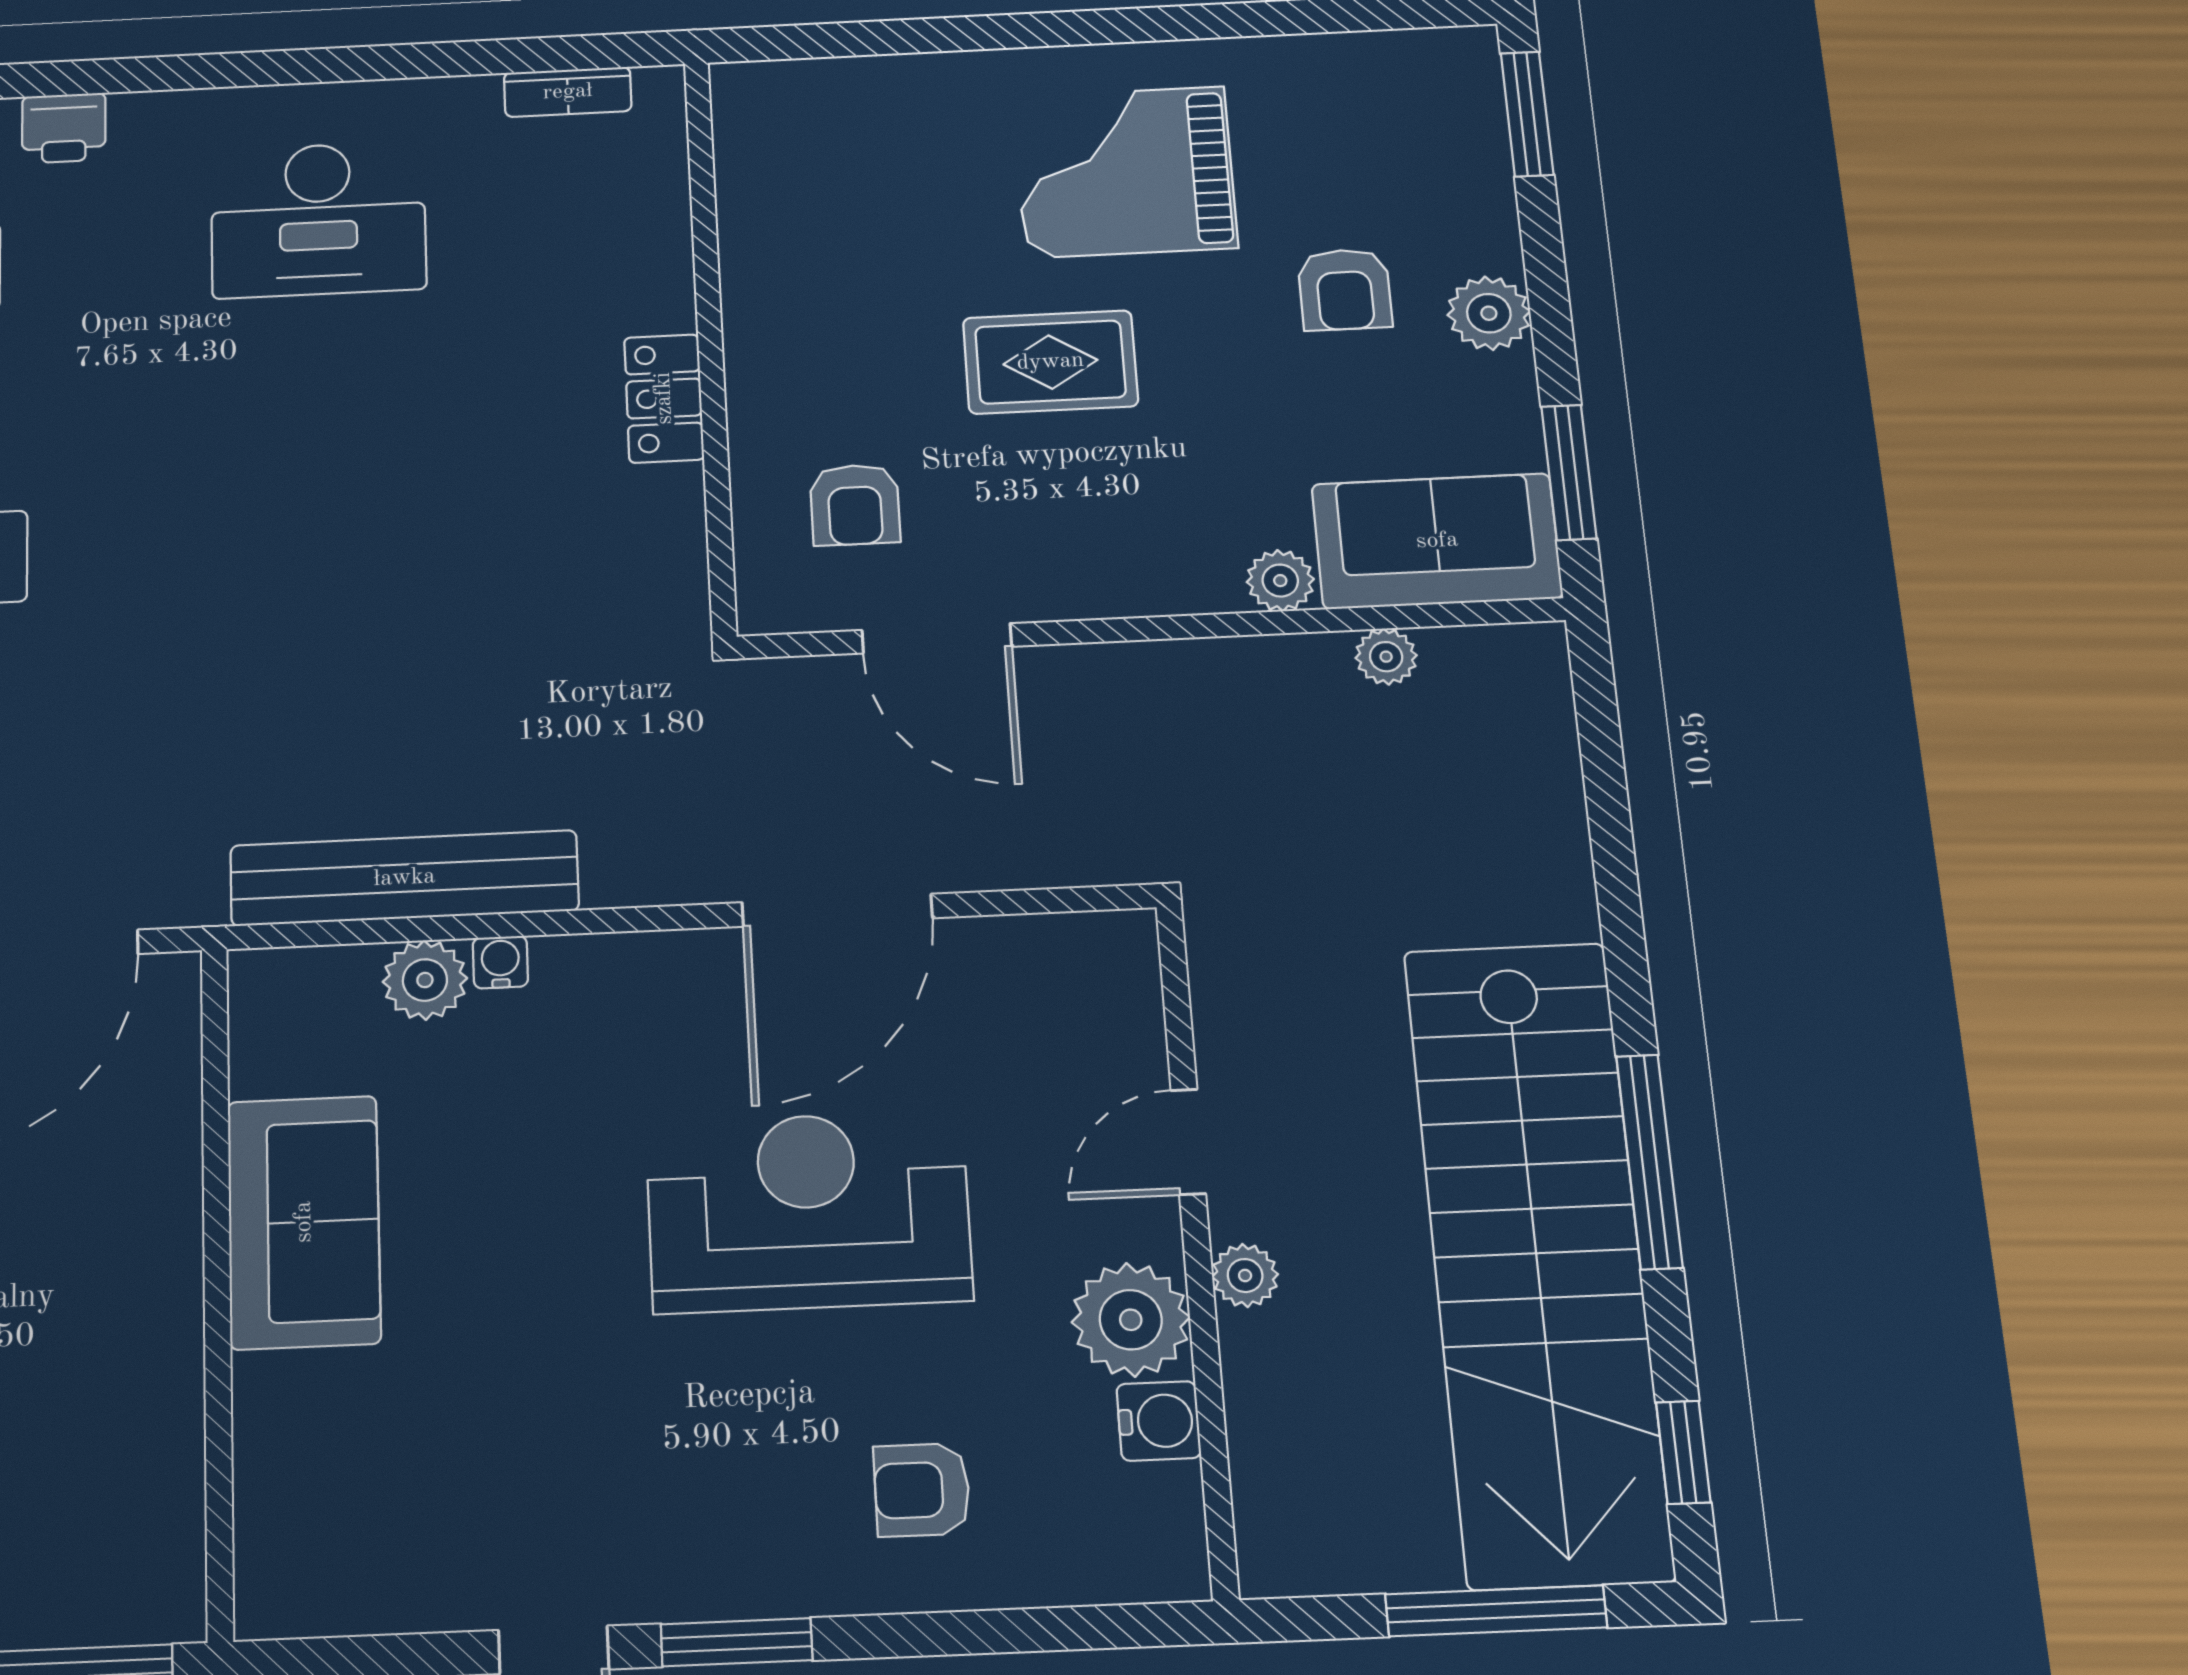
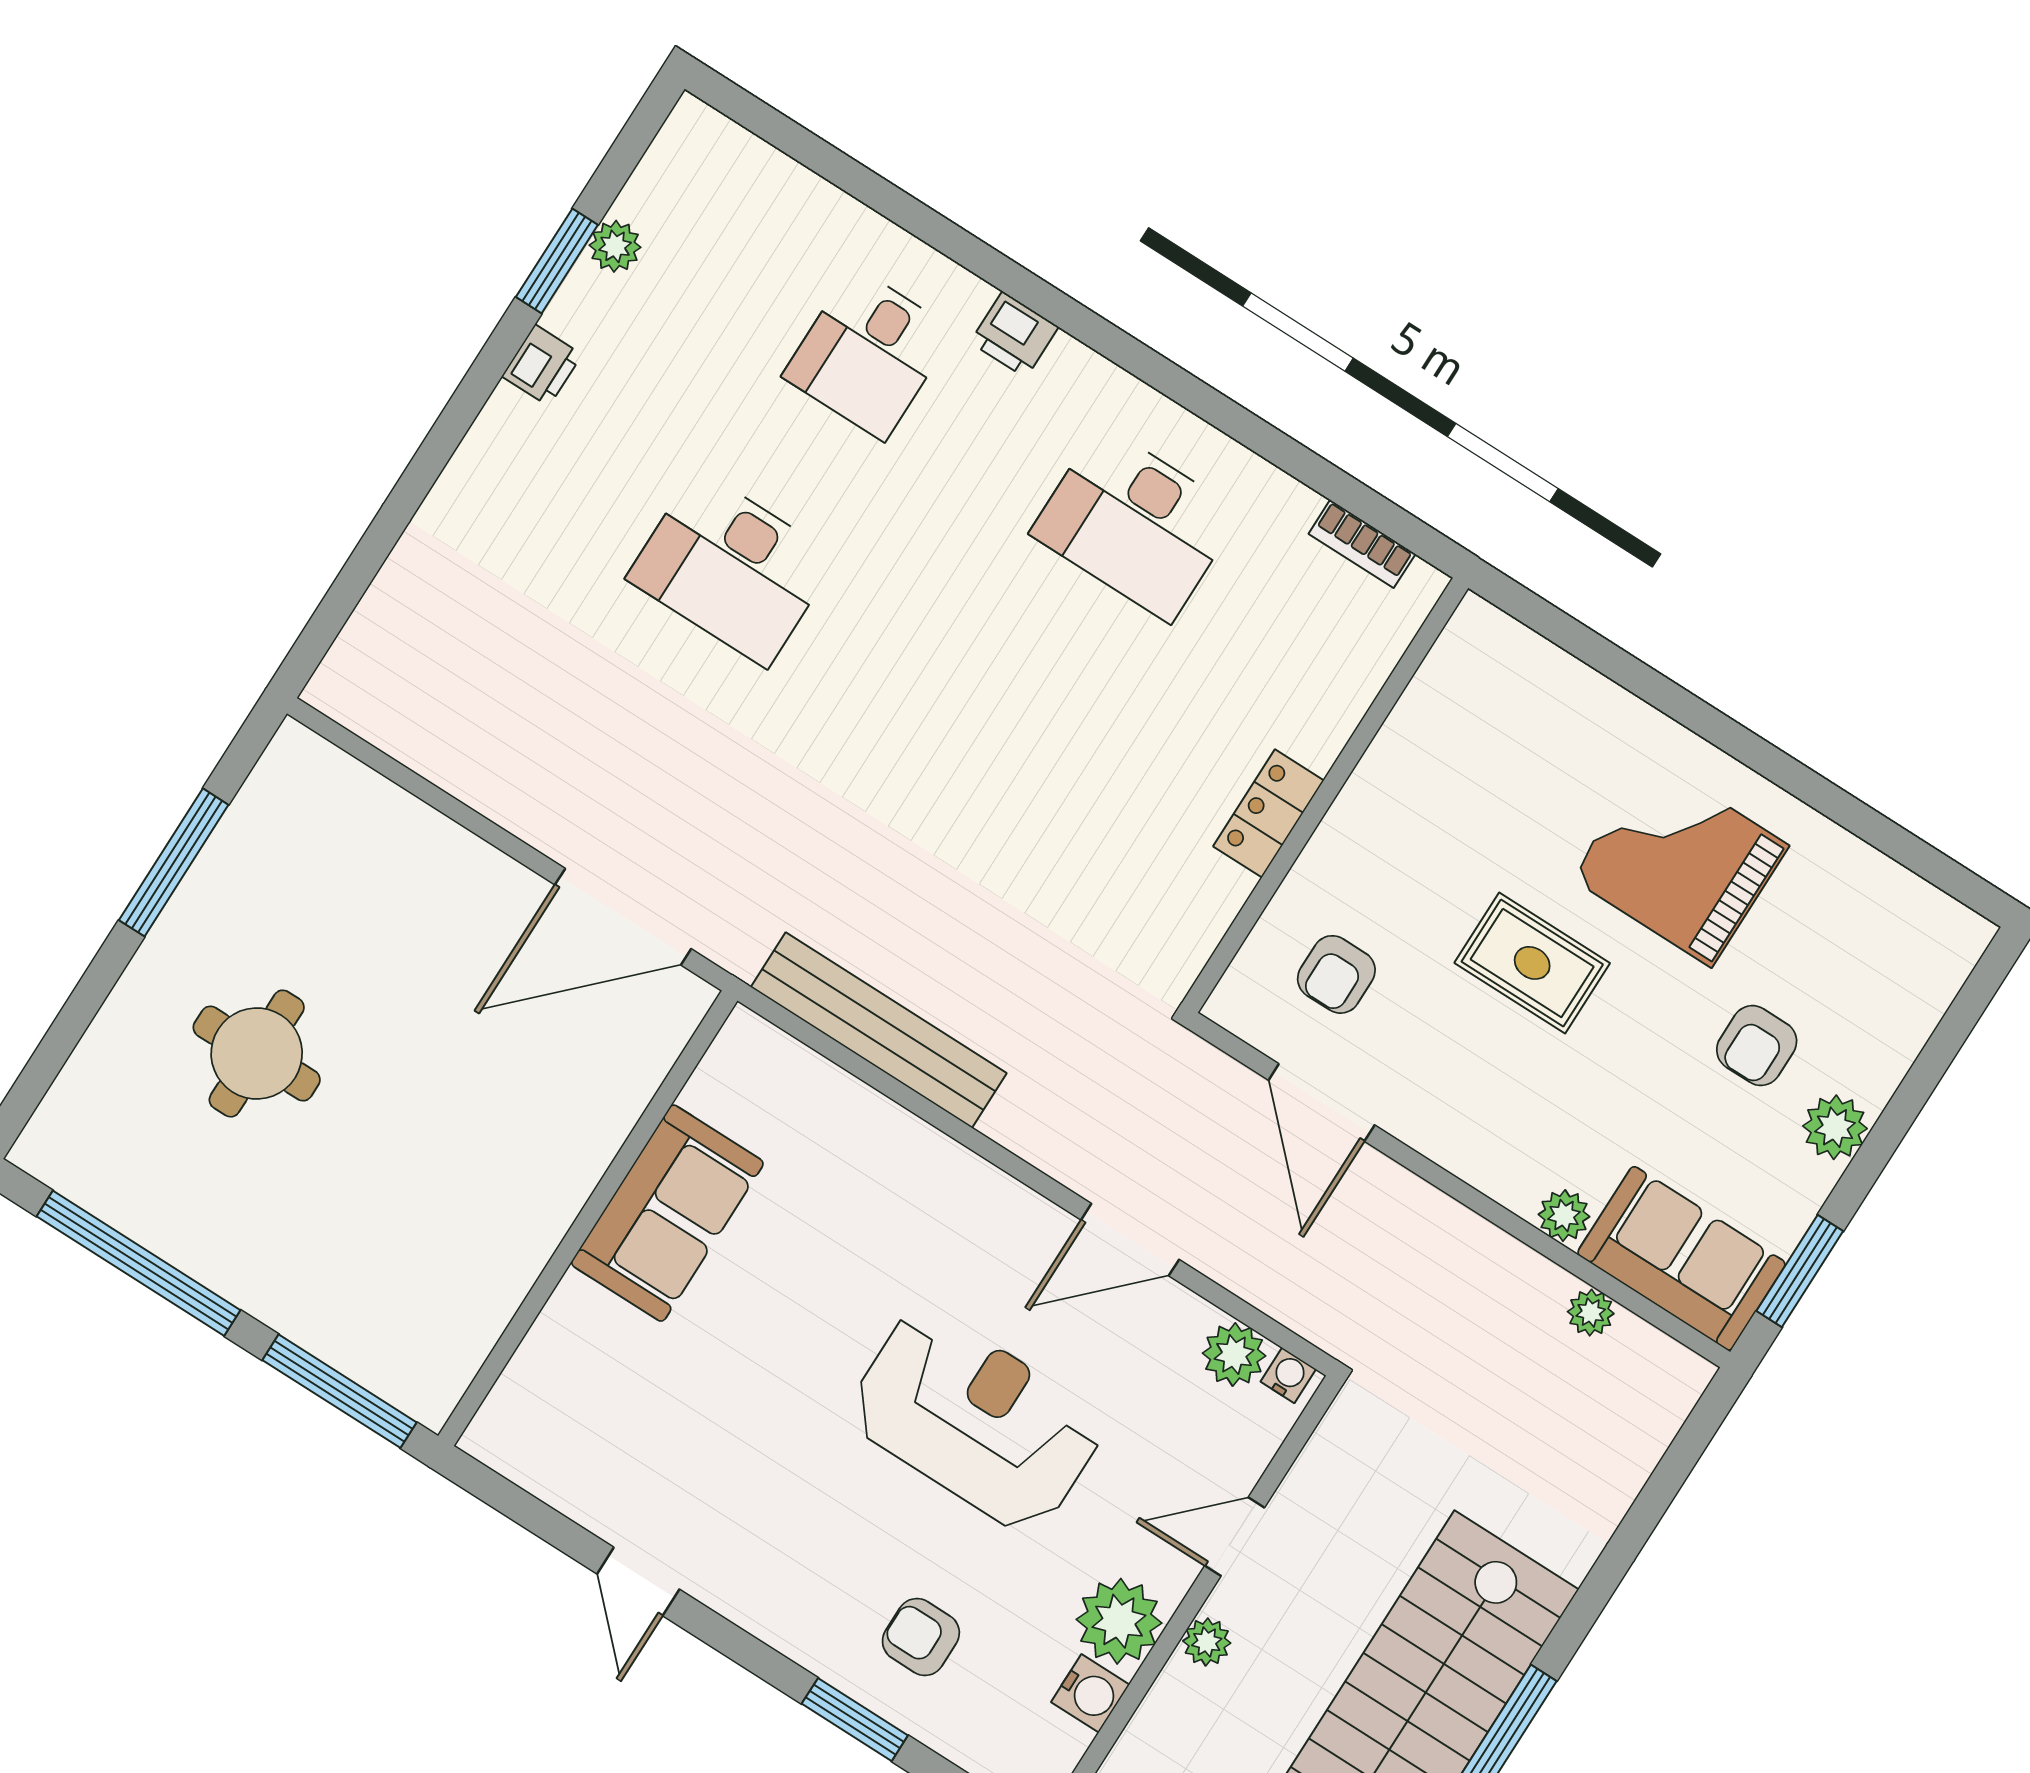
window: (1527, 114) -> (1969, 1005), removed
door: (837, 910) -> (1130, 1240), width x0.73
water cooler: (500, 962) -> (1288, 1375), moved
plant: (425, 980) -> (1234, 1354), moved
window: (737, 1642) -> (855, 1720), moved

